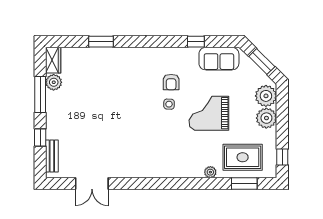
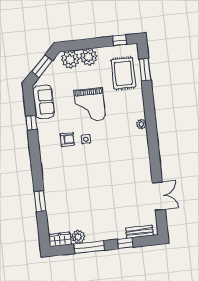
plant: (210, 172) -> (141, 124), moved

